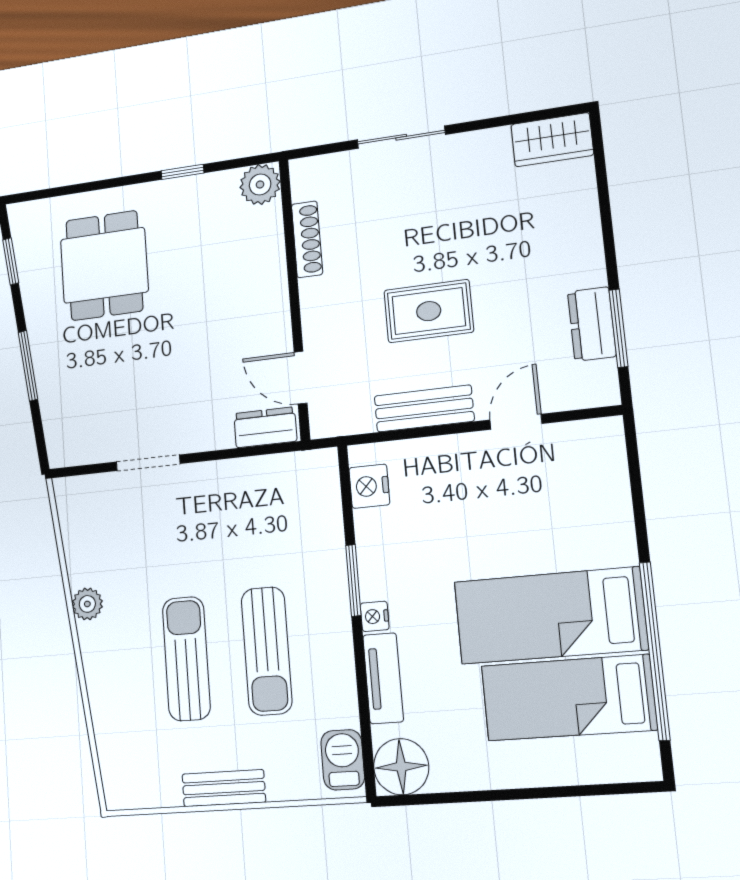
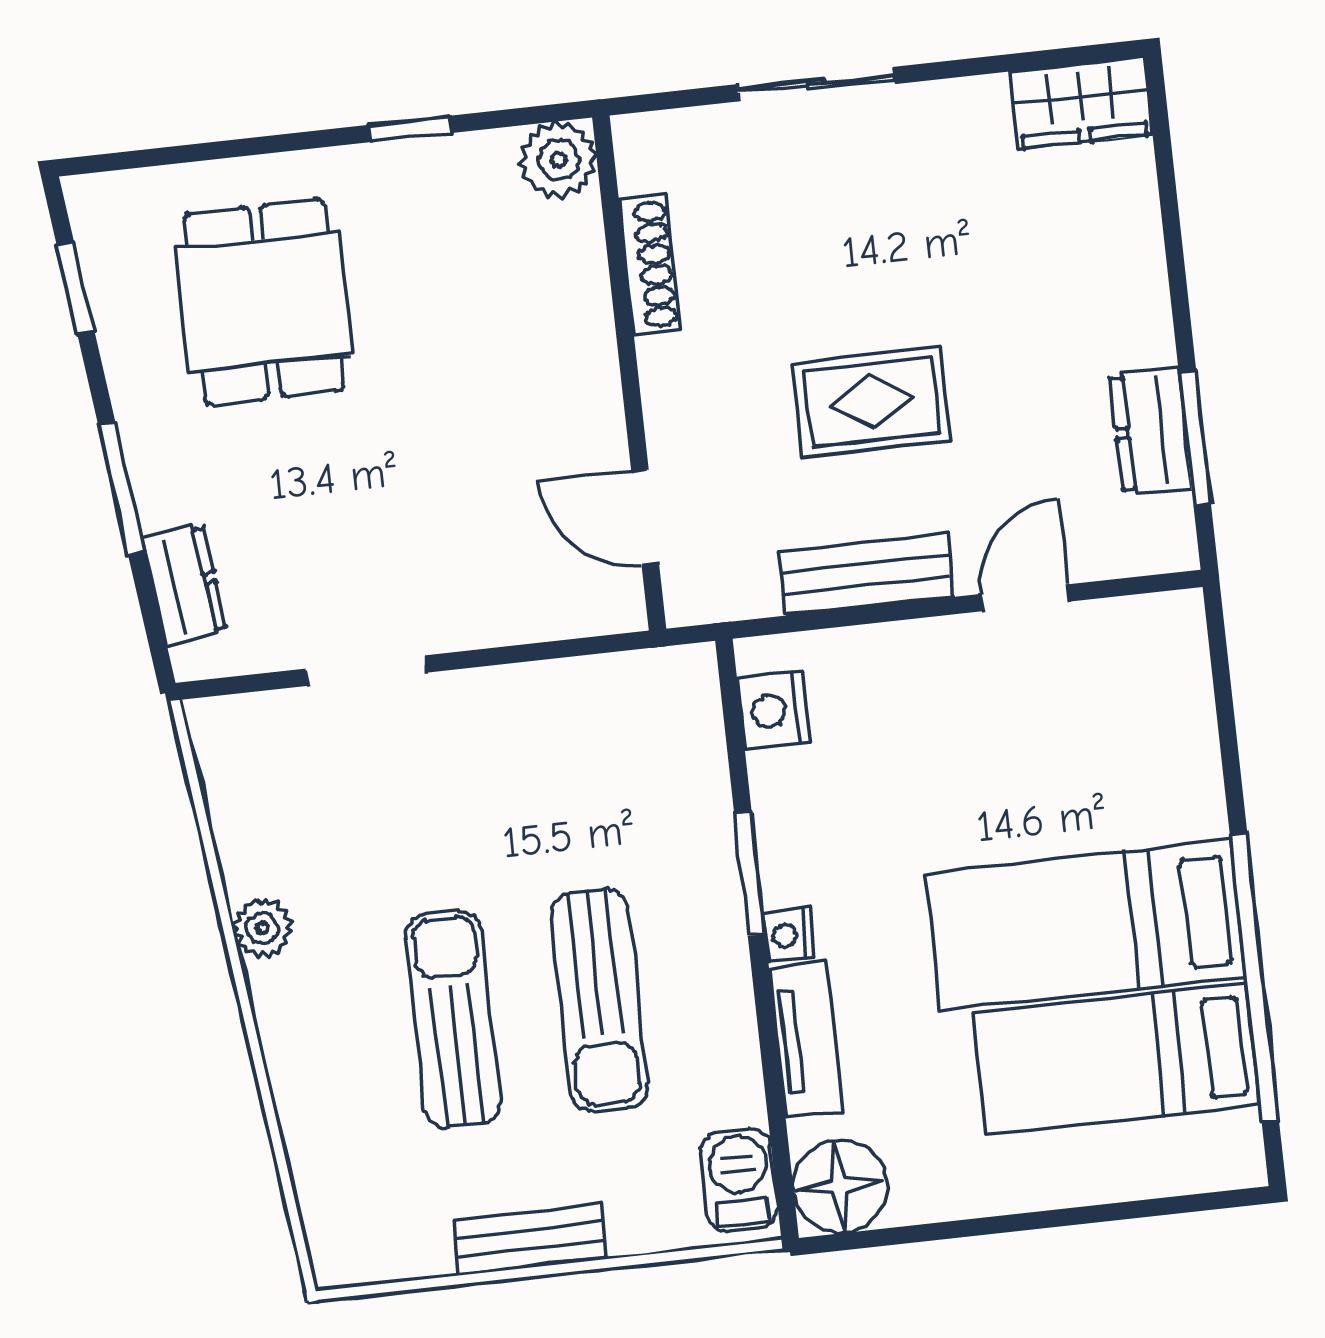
dresser: (265, 427) -> (185, 584), moved, turned 83

